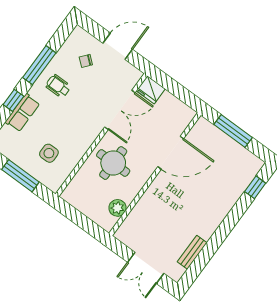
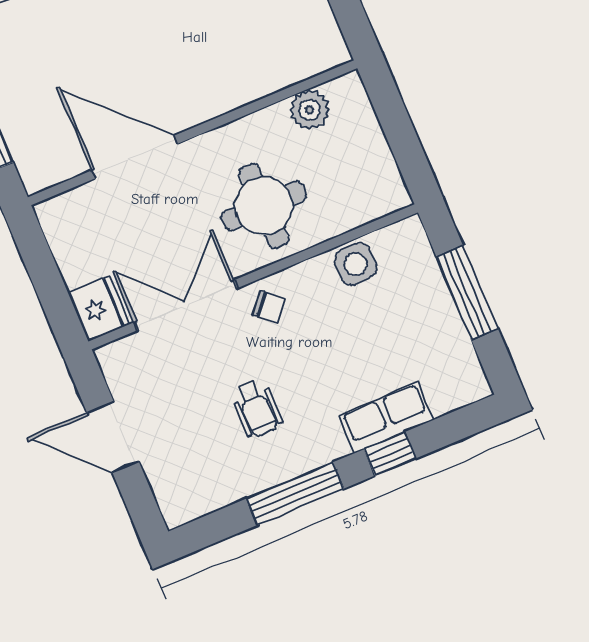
chair: (86, 61) -> (269, 307), moved
wheelchair: (58, 86) -> (256, 409), moved
side table: (49, 153) -> (356, 264), moved

